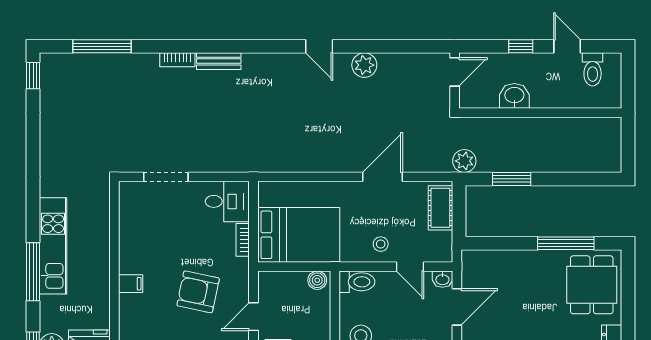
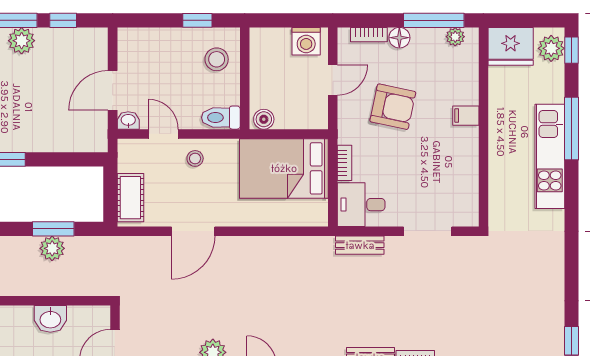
plant: (464, 161) -> (52, 248), moved
bench: (229, 164) -> (360, 245), added

